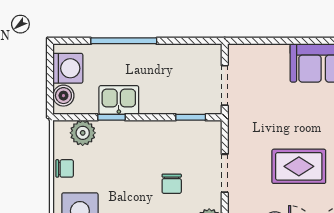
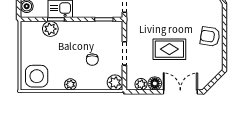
plant: (83, 133) -> (50, 29), moved
chair: (65, 168) -> (27, 50), removed

